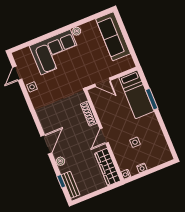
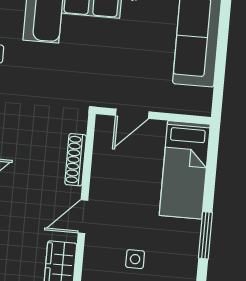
door: (102, 82) -> (132, 114), hinge flipped
window: (152, 99) -> (205, 235), moved

